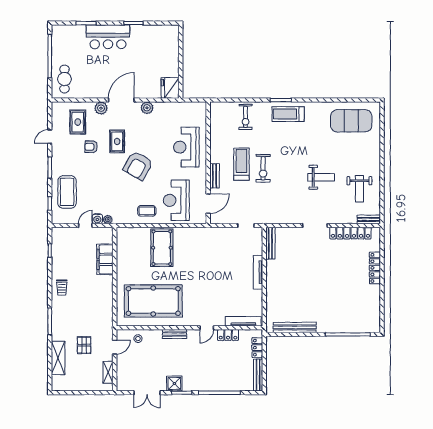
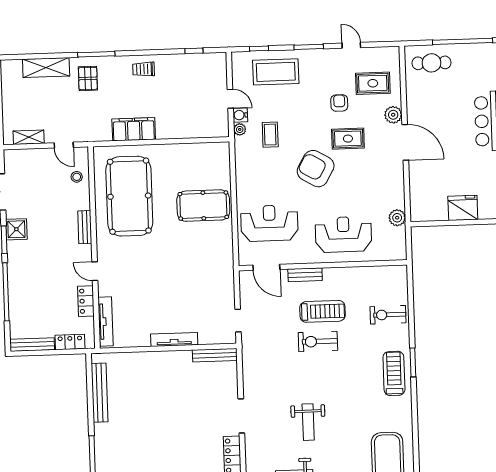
fridge: (170, 88) -> (463, 208), moved
plant: (147, 108) -> (397, 218), moved
coffee table: (147, 211) -> (270, 135), moved
filing cabinet: (105, 259) -> (134, 129), moved
pallet: (84, 345) -> (88, 78), moved, turned 90

